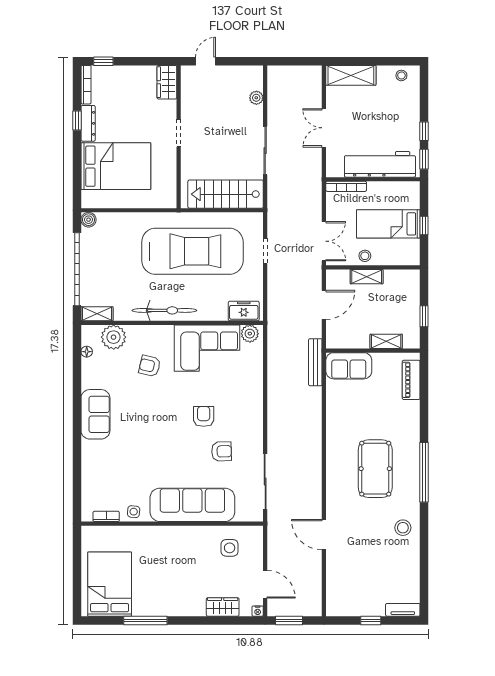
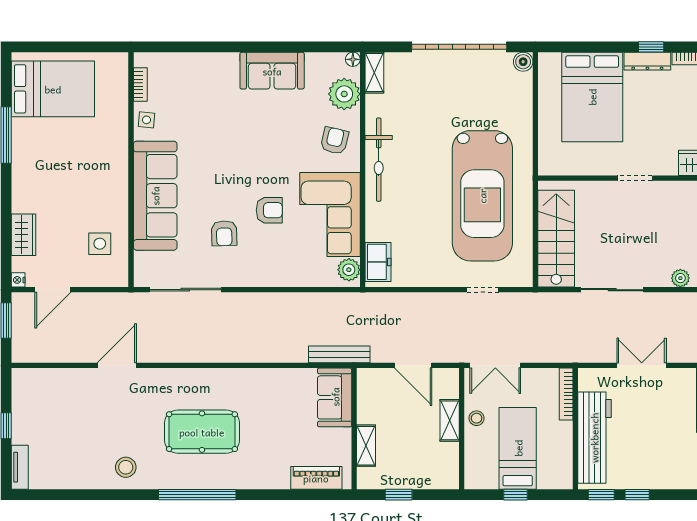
bicycle: (164, 310) -> (379, 160), moved
freezer: (244, 311) -> (378, 262), moved
shelving: (97, 314) -> (374, 73), moved
wall: (172, 323) -> (363, 170), moved
plant: (250, 334) -> (349, 270), moved
plant: (114, 337) -> (344, 94), moved
corner sofa: (207, 348) -> (330, 215), moved

